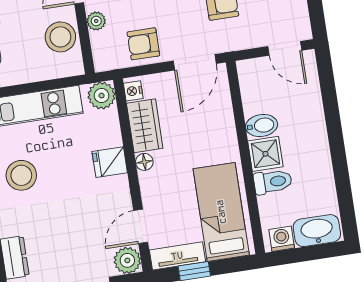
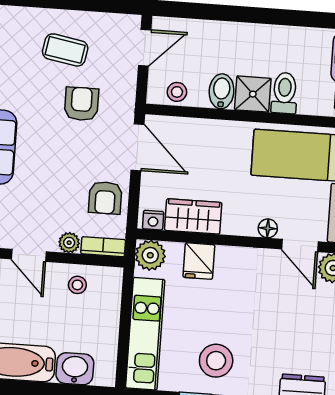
stool: (60, 37) -> (77, 285), width x0.53, depth x0.53
bookcase: (100, 52) -> (103, 247), added
stool: (252, 86) -> (177, 92), added
fridge: (110, 162) -> (199, 261), moved
floor lamp: (144, 162) -> (268, 228), moved

